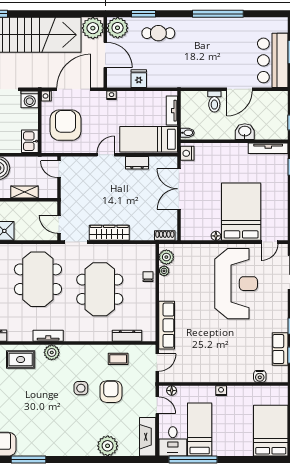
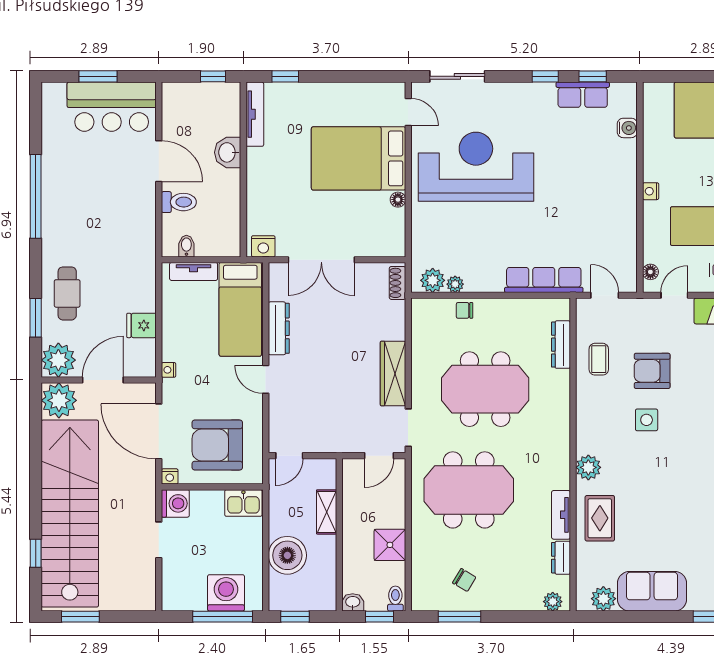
bidet: (187, 133) -> (186, 246), moved
dresser: (137, 163) -> (279, 328), width x1.44
tv unit: (48, 336) -> (561, 515), moved

